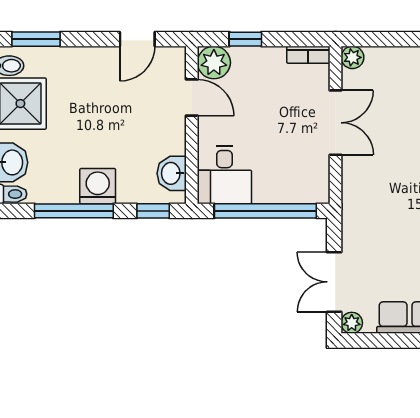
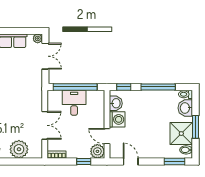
door: (137, 39) -> (131, 161), hinge flipped
plant: (352, 57) -> (19, 149), moved, width x1.87, depth x1.87
double door: (335, 123) -> (45, 125), swing flipped
desk: (224, 175) -> (74, 103), moved
washing machine: (98, 186) -> (117, 119), moved, turned -90

